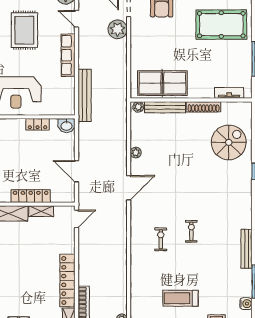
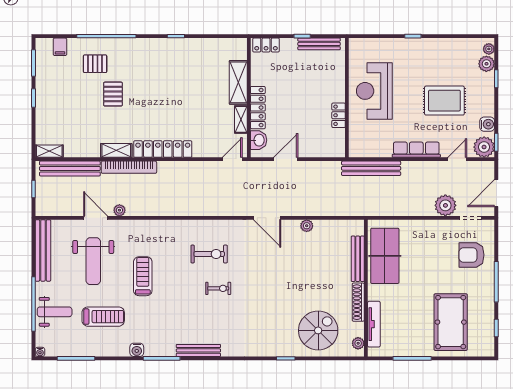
tv unit: (229, 93) -> (374, 324), width x1.41
plant: (138, 107) -> (358, 343), moved
washbasin: (67, 126) -> (259, 140), moved, turned 180
spiral stairs: (229, 142) -> (318, 330), turned -90
door: (77, 219) -> (232, 159), swing flipped
exercise bike: (161, 239) -> (209, 254), width x1.38, depth x1.39

